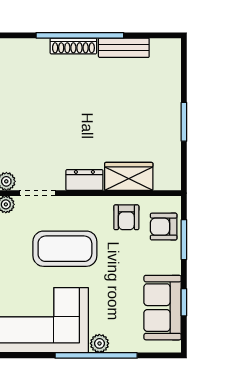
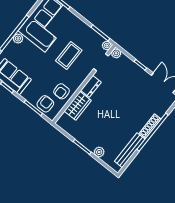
bench: (124, 48) -> (130, 150), width x1.36
plant: (172, 91) -> (99, 152), added
armchair: (126, 217) -> (62, 91), turned -90
coffee table: (65, 249) -> (69, 55), width x0.73, depth x0.76

